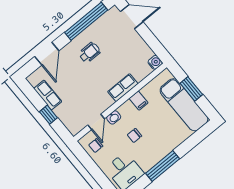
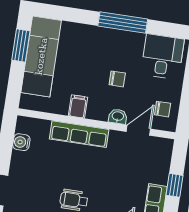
water cooler: (155, 62) -> (21, 142), moved
row of seats: (123, 88) -> (79, 134), width x1.48
window: (191, 89) -> (21, 46), moved

